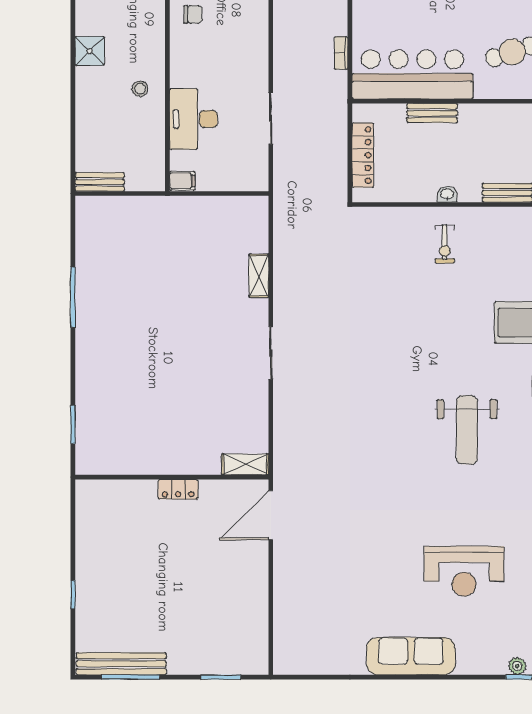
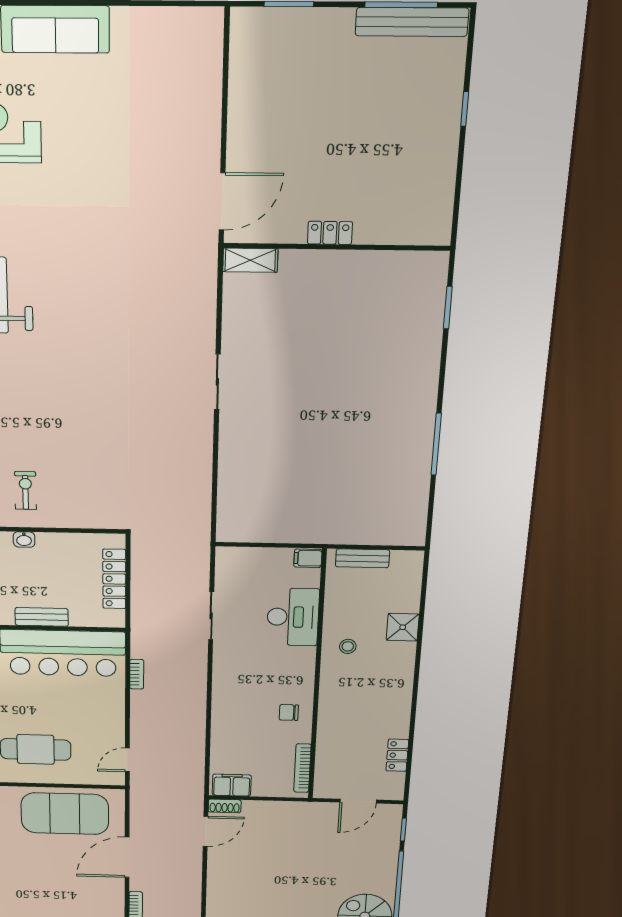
shower: (90, 51) -> (403, 627), moved
bench: (100, 182) -> (362, 558), moved
shelving: (259, 276) -> (228, 462), removed

